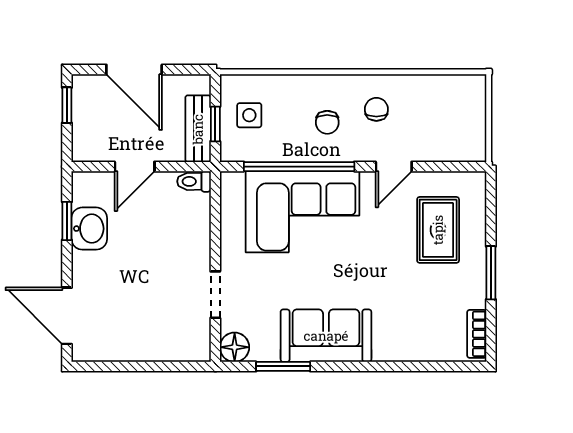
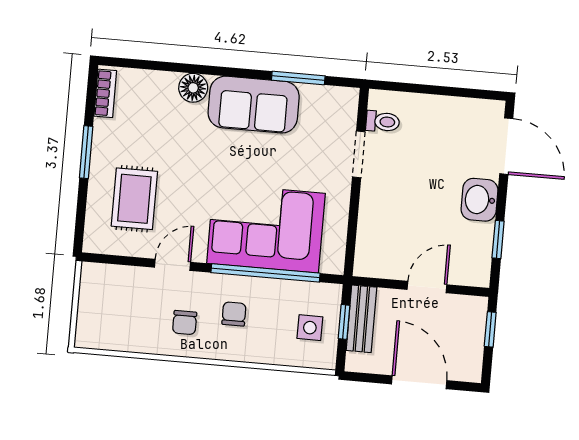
window: (67, 105) -> (490, 329), moved
toilet: (194, 181) -> (383, 122), moved
washbasin: (89, 229) -> (479, 200), moved
floor lamp: (235, 347) -> (193, 88), moved

